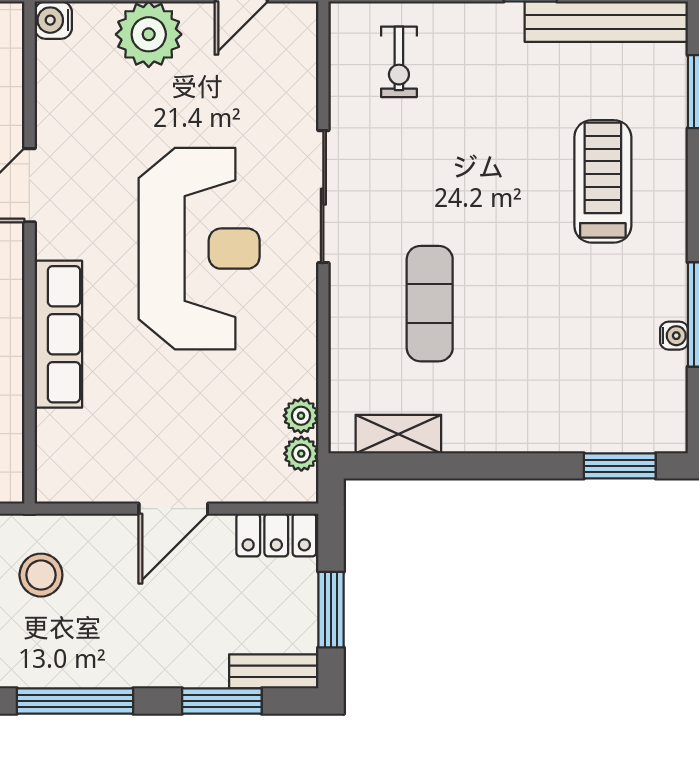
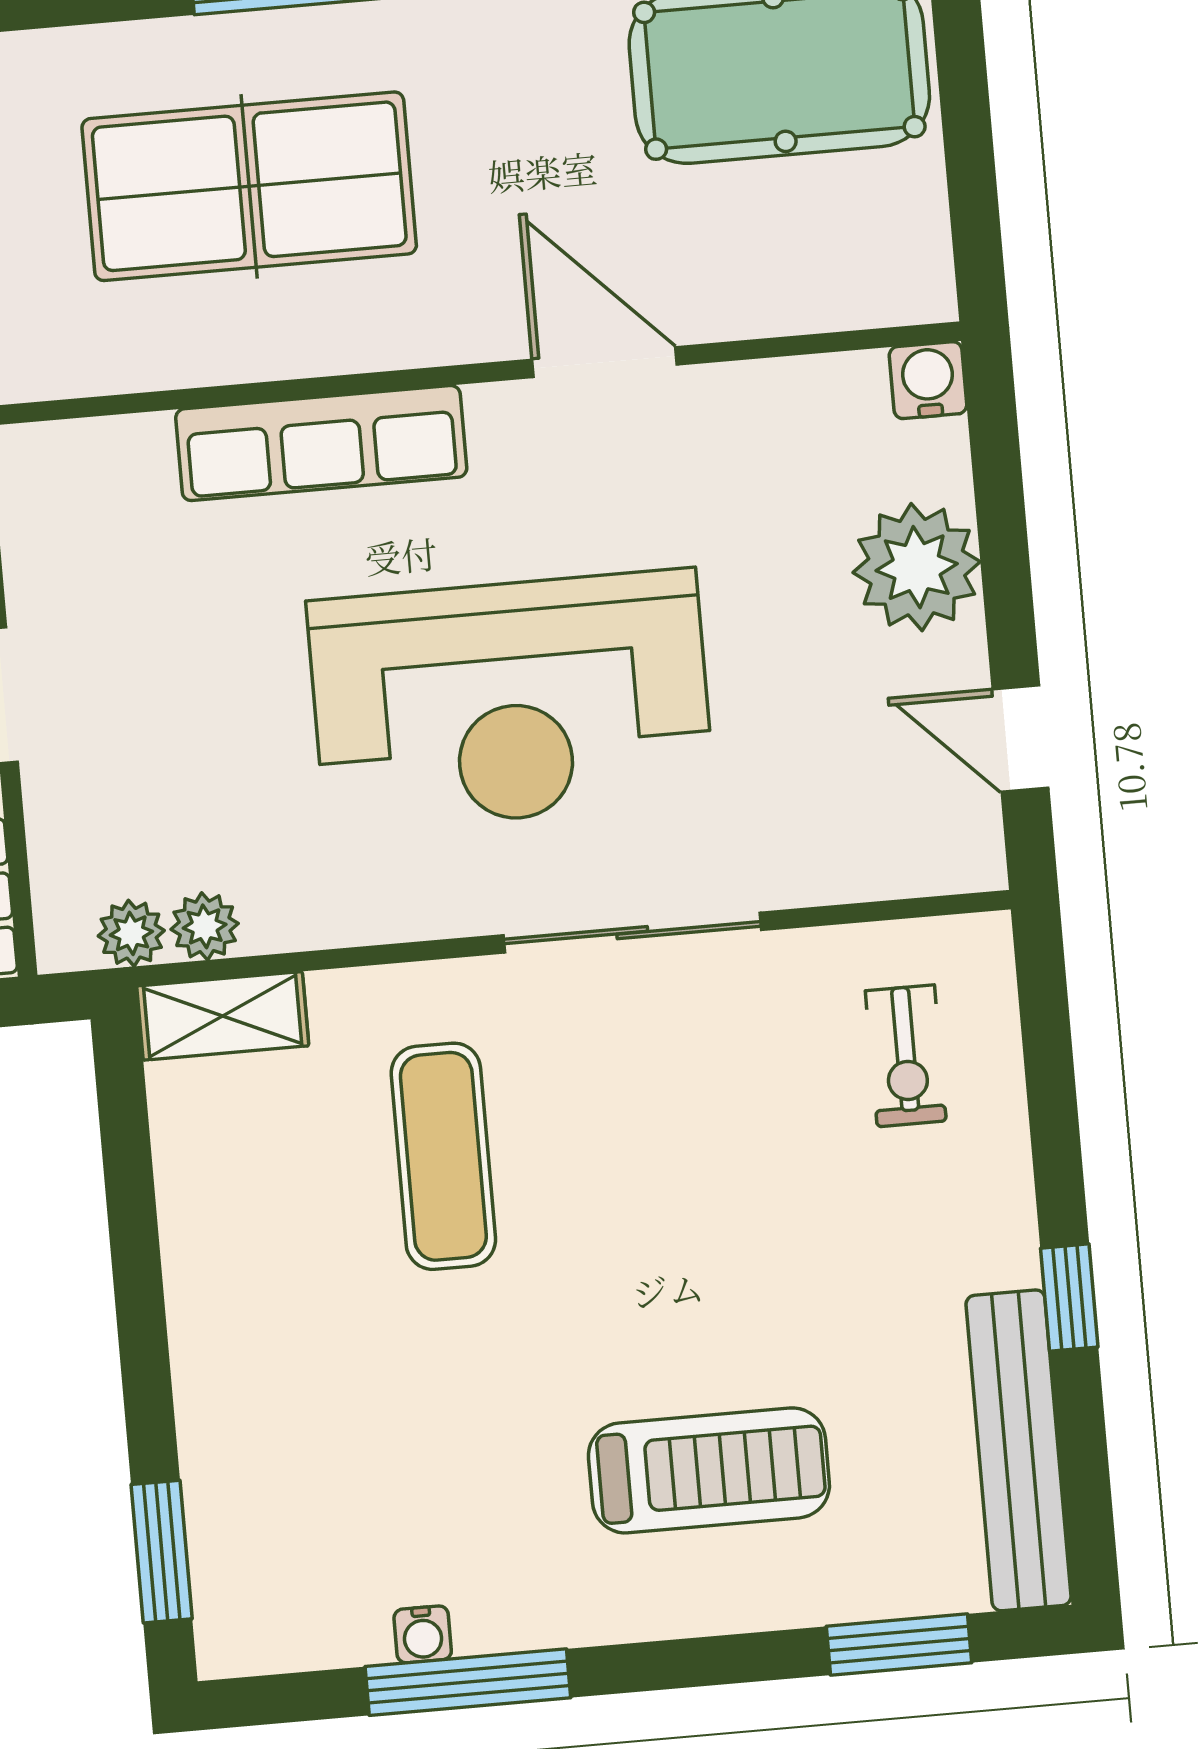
exercise bike: (399, 62) -> (906, 1056), turned -90
exercise mat: (430, 304) -> (443, 1156), turned 90
shelving: (398, 434) -> (223, 1016), moved, turned 90

